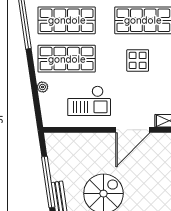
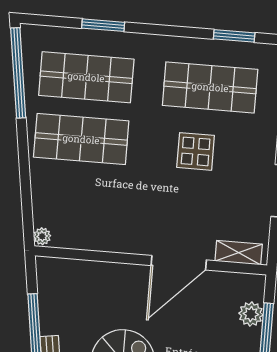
plant: (42, 87) -> (42, 236), moved
checkout: (89, 101) -> (112, 210), removed

